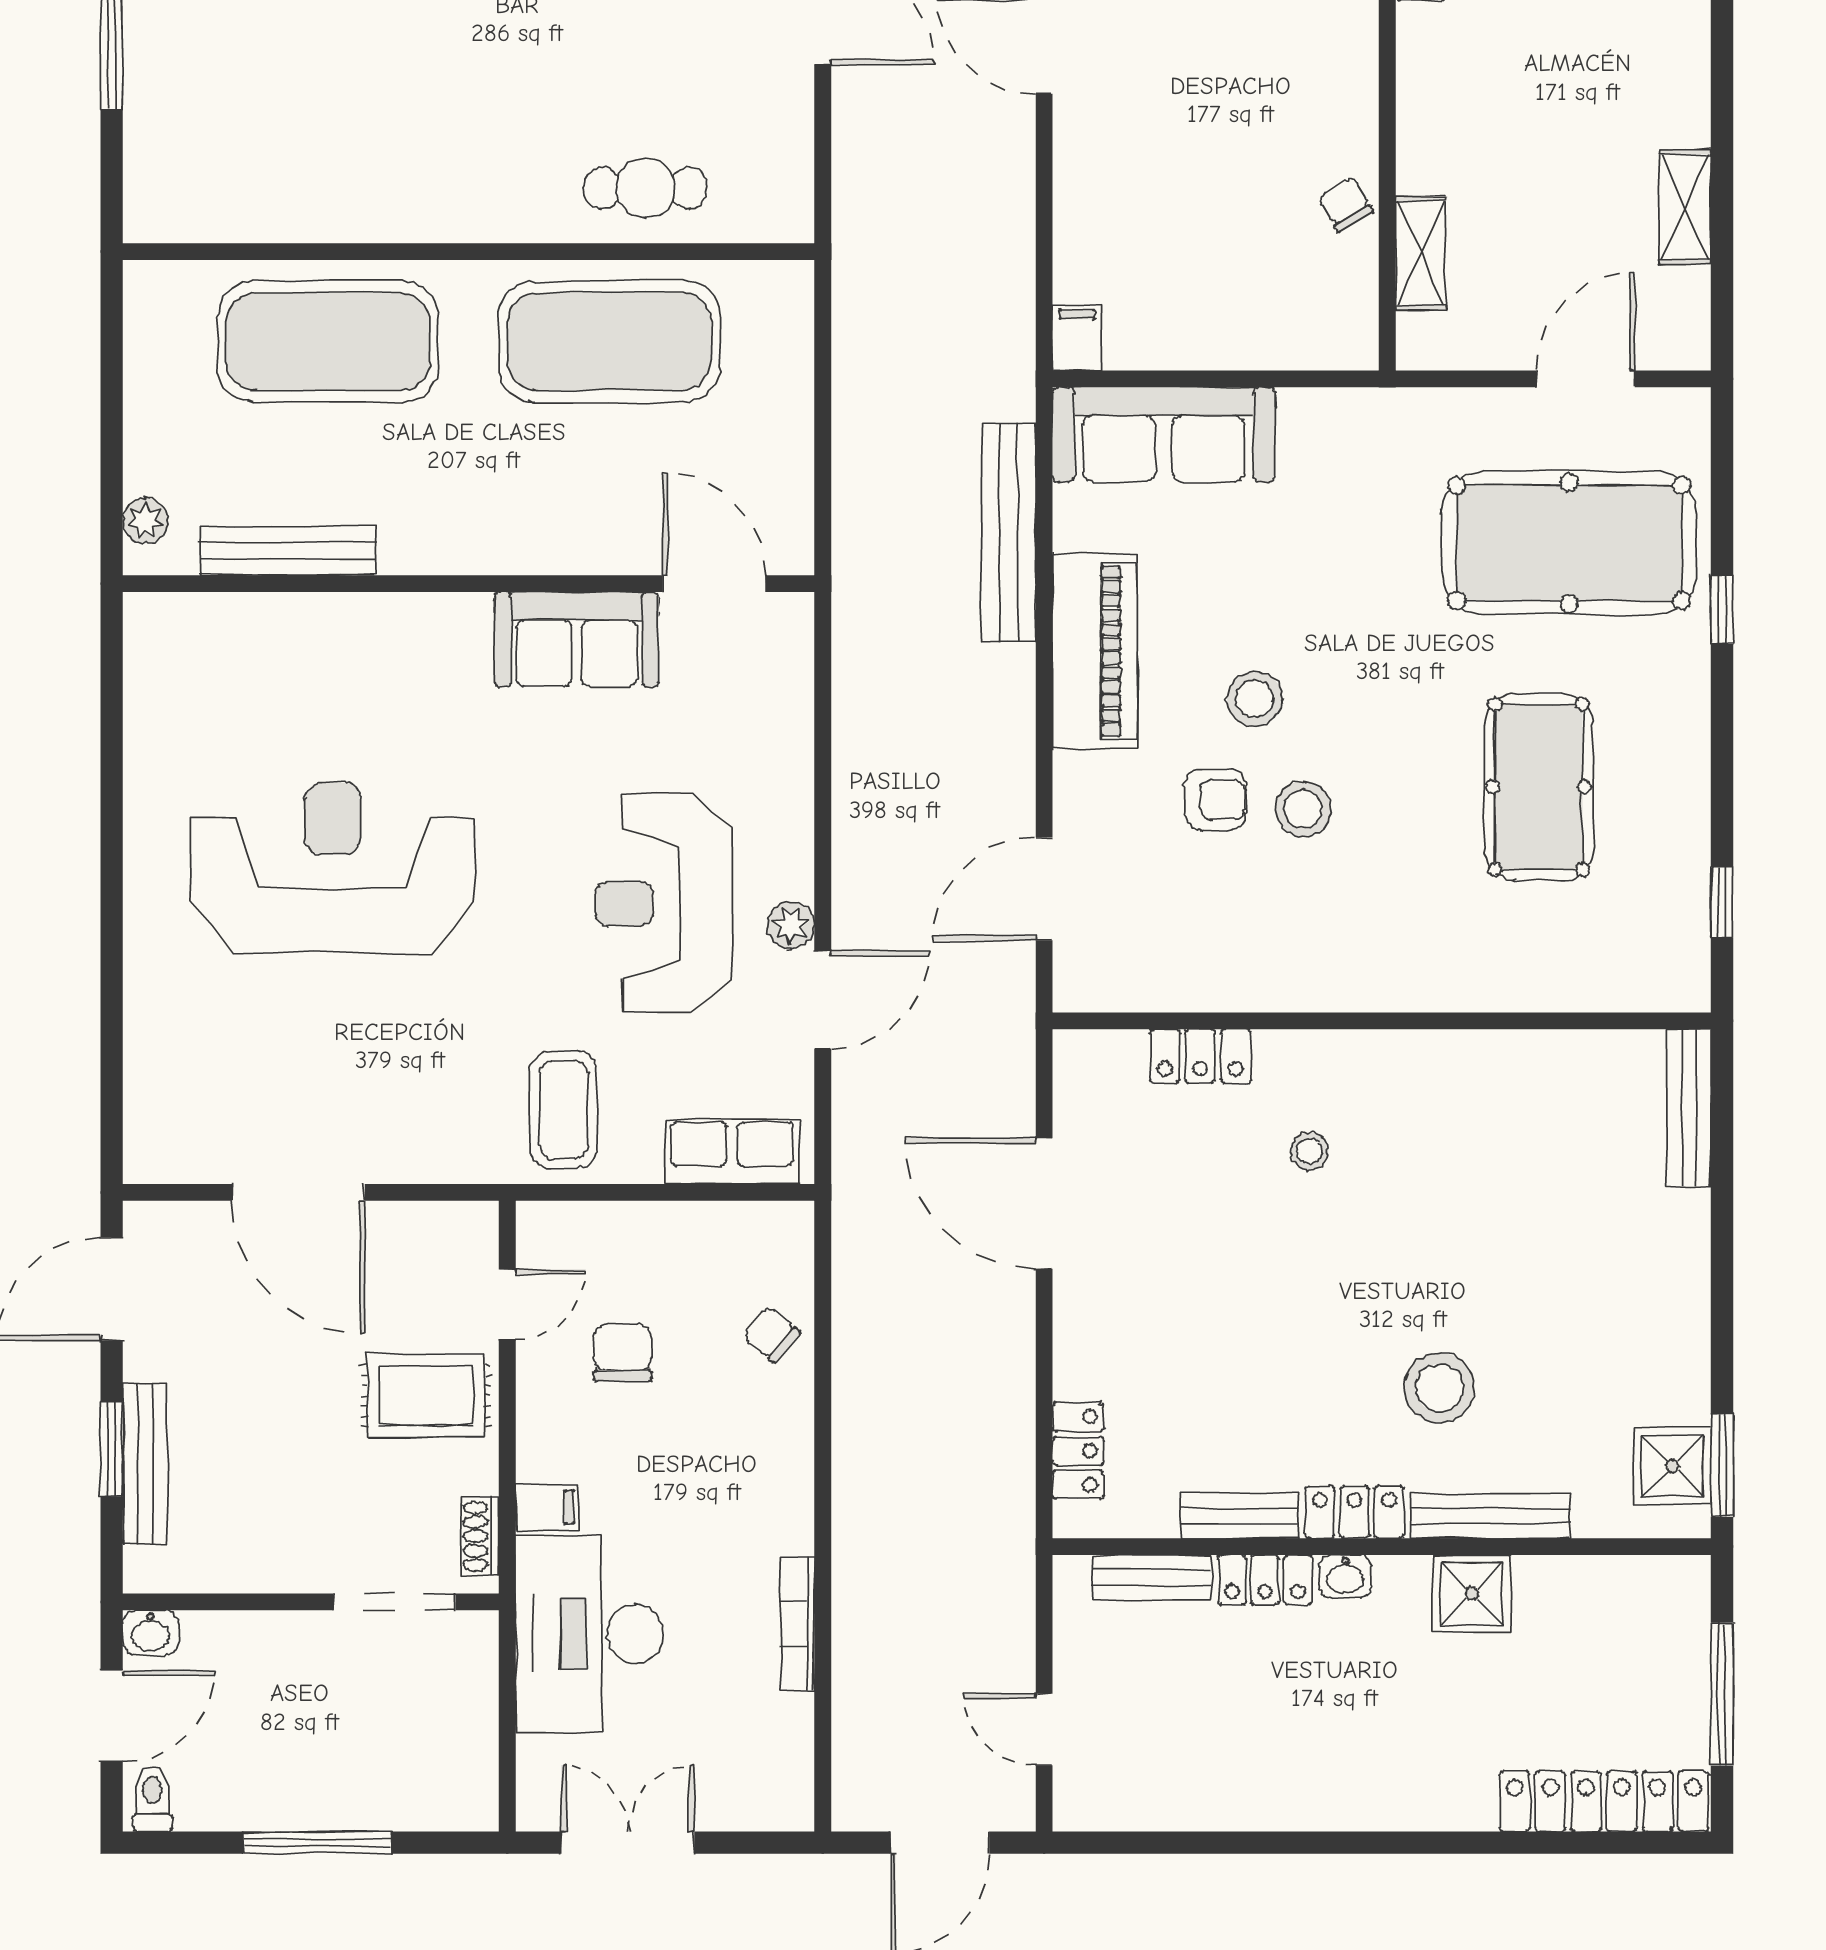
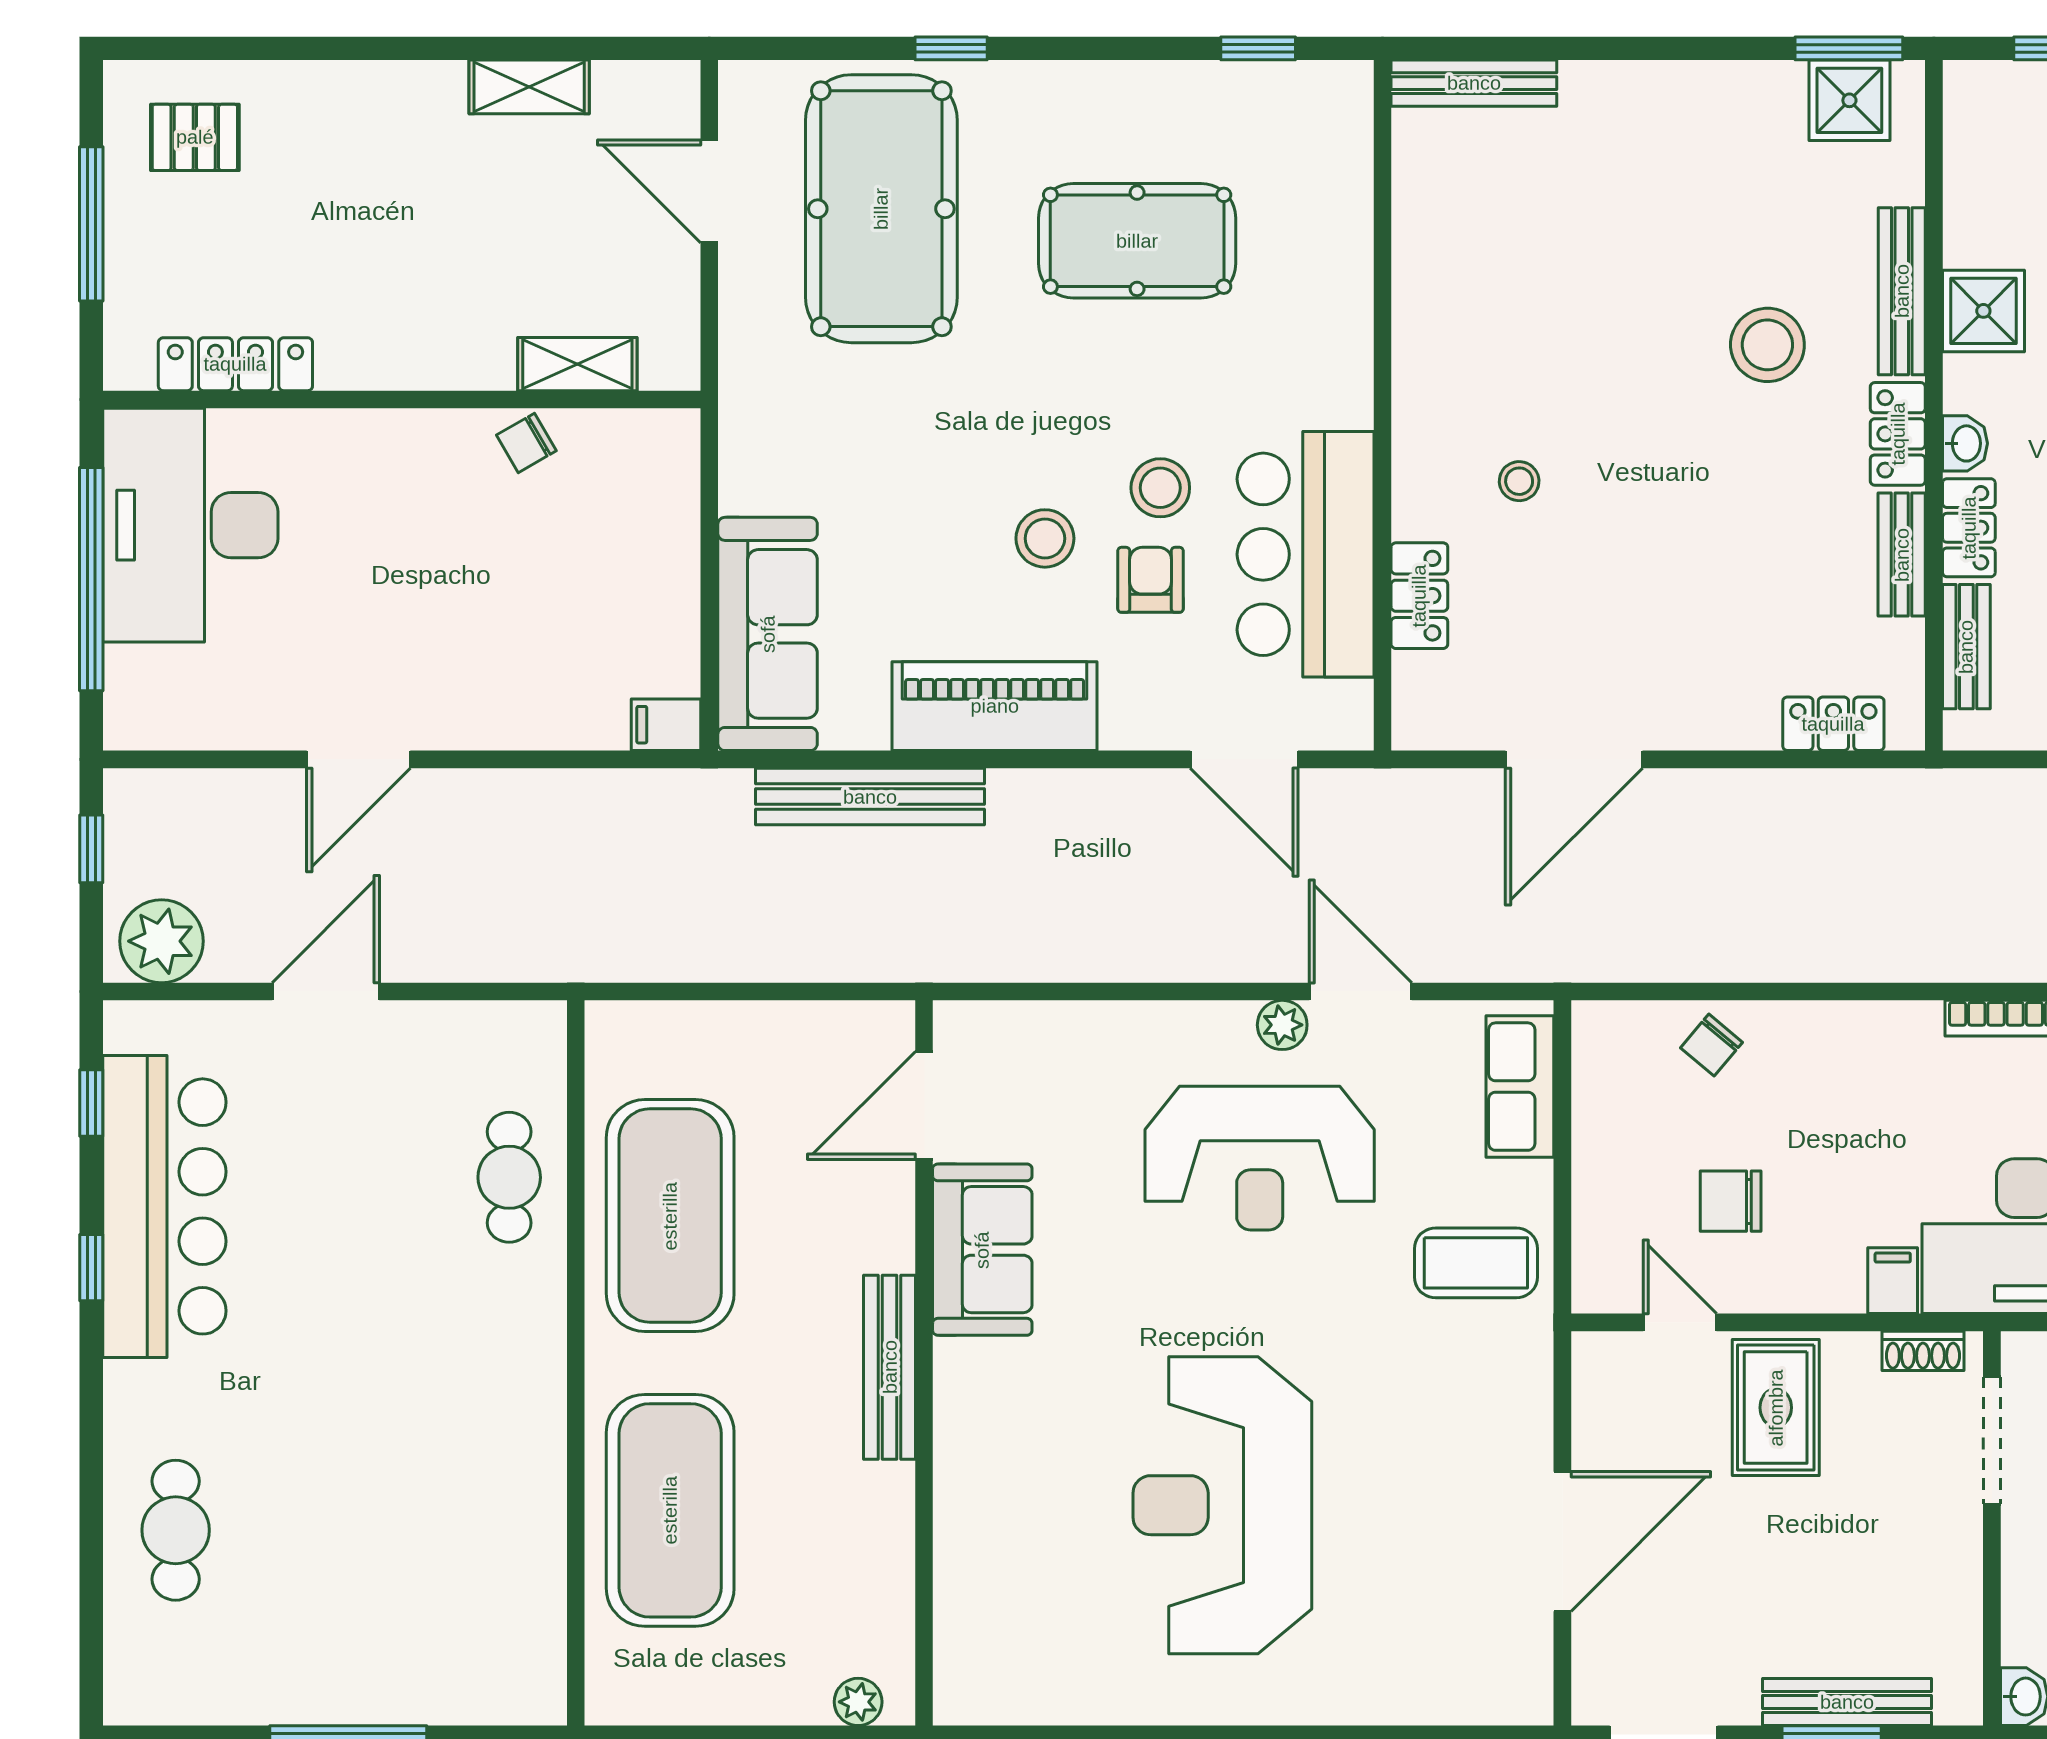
bench: (288, 551) -> (890, 1367), moved
bar counter: (1240, 947) -> (1306, 554), added

